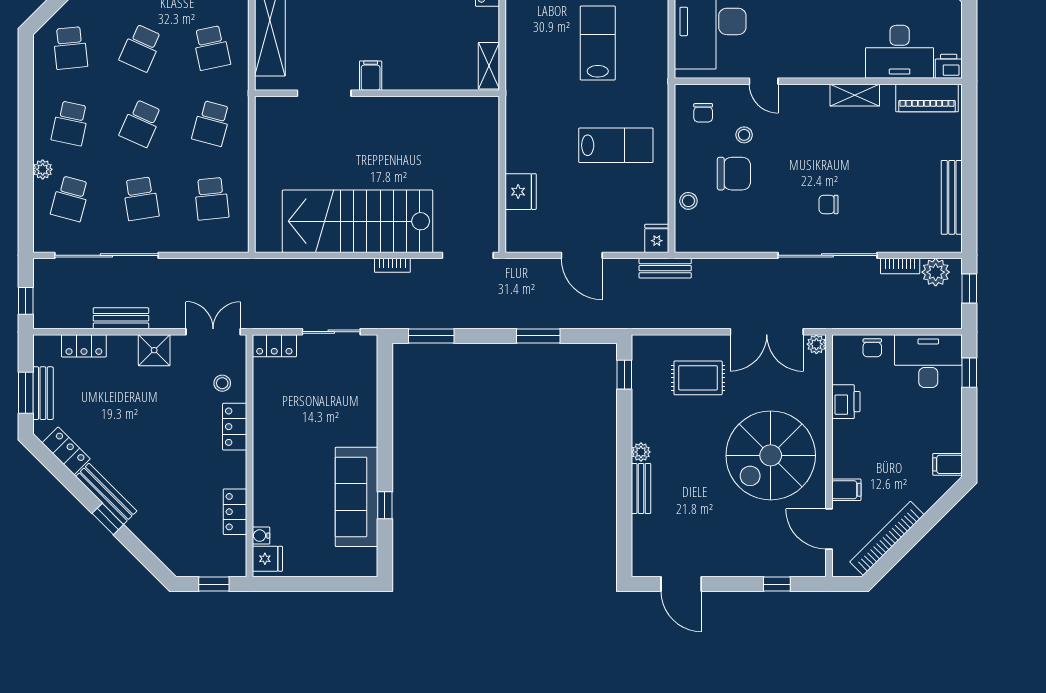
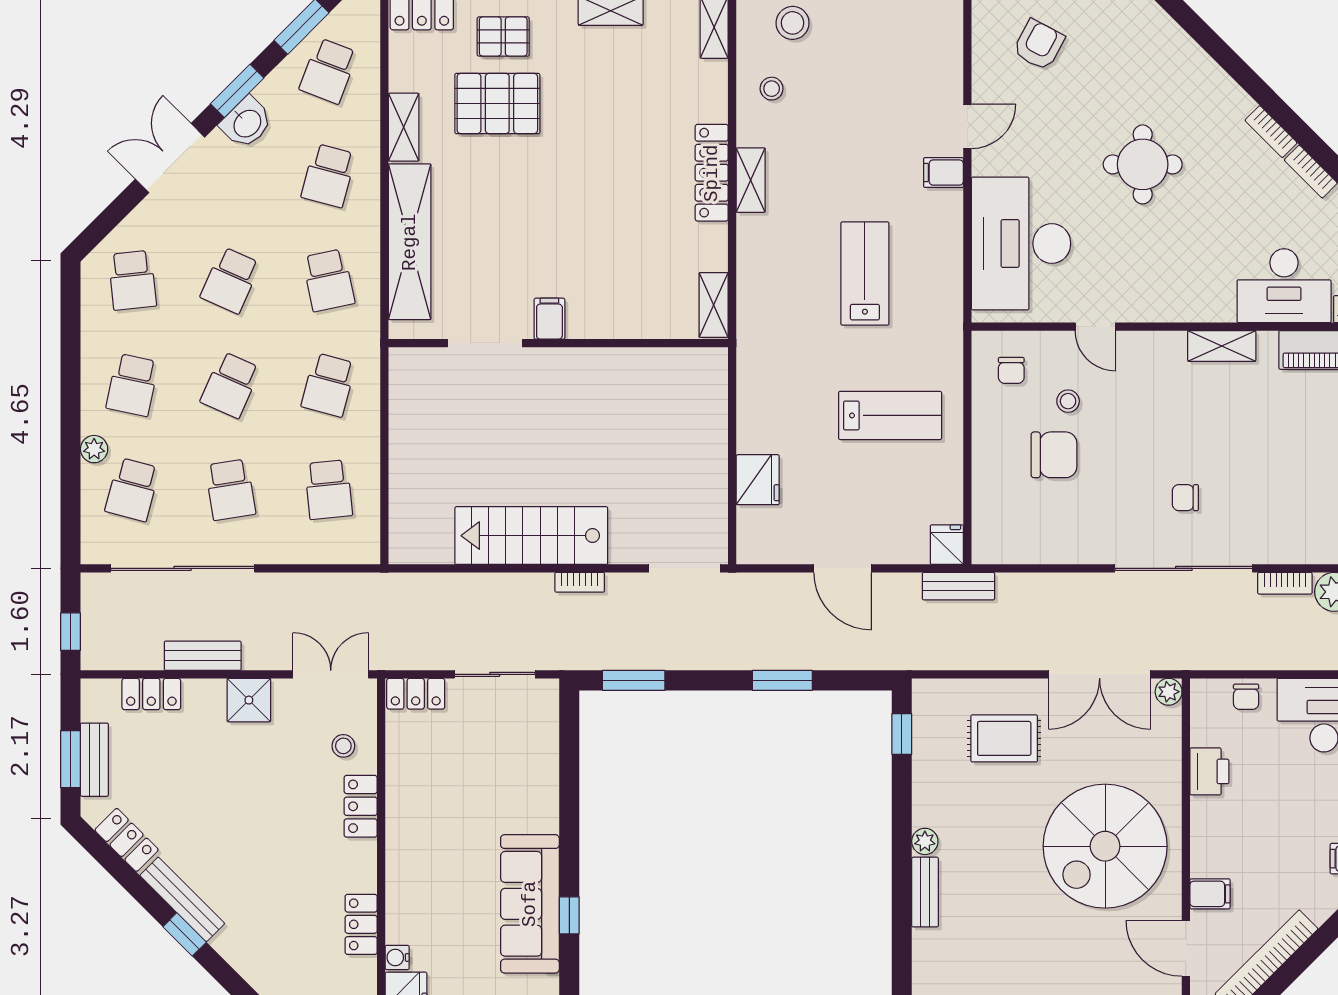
stool: (688, 201) -> (991, 493), removed
stairs: (358, 221) -> (531, 536), width x0.73, depth x0.66

